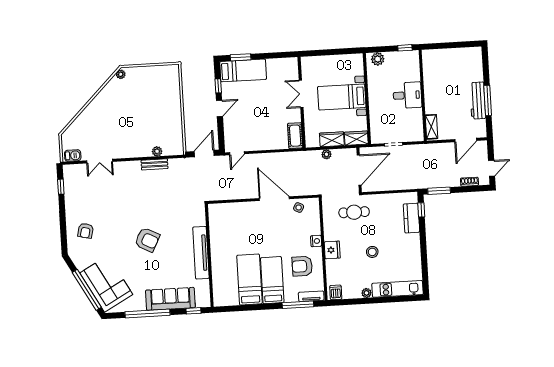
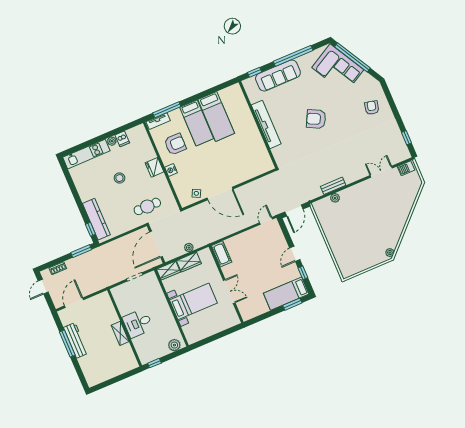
shelving: (431, 127) -> (120, 333), moved
kitchen counter: (411, 218) -> (96, 219), width x1.50
dishwasher: (336, 292) -> (122, 139), moved

